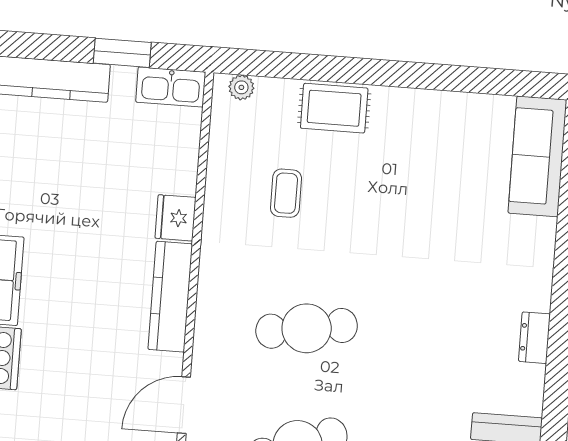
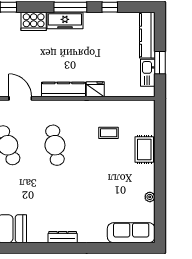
kitchen sink: (171, 87) -> (148, 73), moved
plant: (241, 87) -> (150, 197), moved
dresser: (534, 338) -> (63, 237), width x1.44

